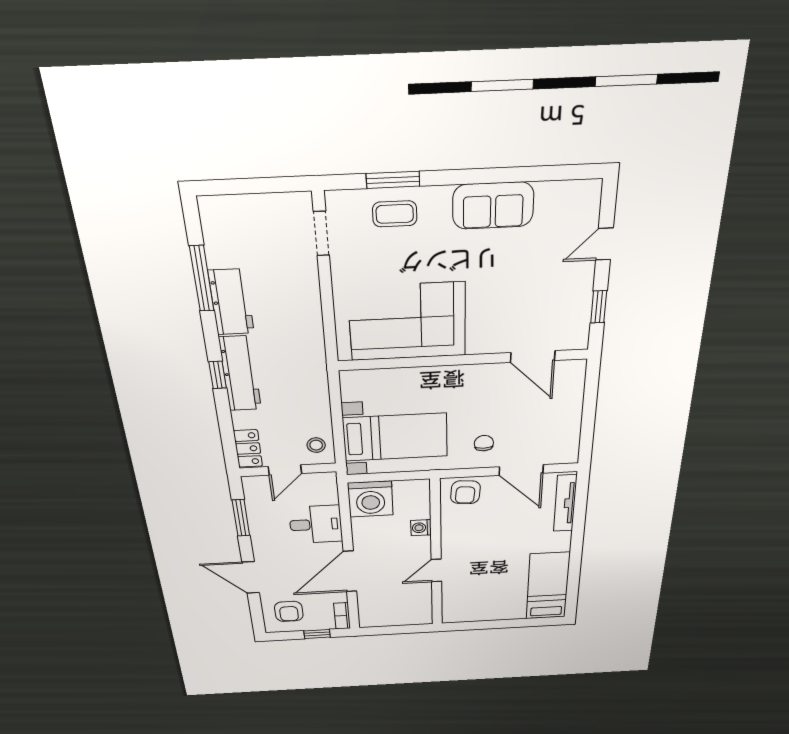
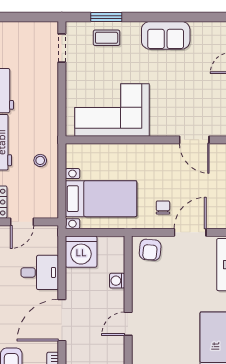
stool: (316, 445) -> (40, 160), moved
door: (521, 470) -> (190, 232), swing flipped

